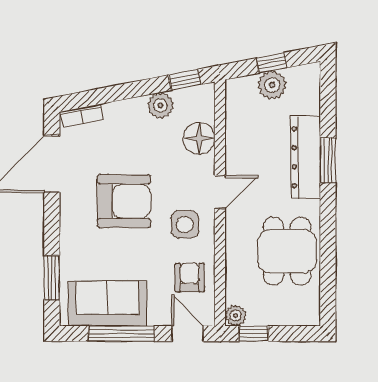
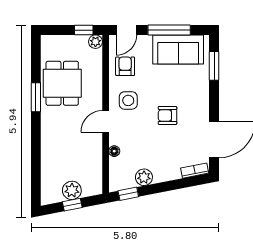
floor lamp: (199, 138) -> (114, 151), width x0.53, depth x0.53
dresser: (306, 157) -> (50, 144), removed
window: (328, 160) -> (36, 97), moved
armchair: (124, 201) -> (167, 115), width x0.53, depth x0.53
armchair: (190, 278) -> (125, 66), turned 180
door: (188, 334) -> (126, 30), hinge flipped

